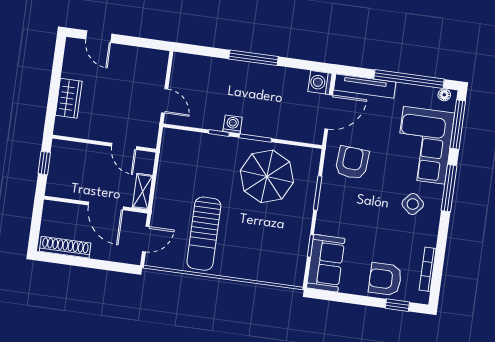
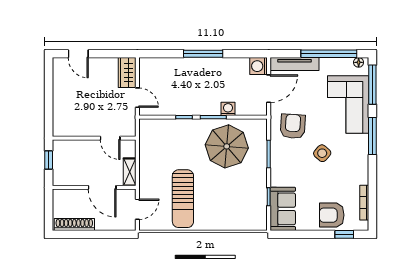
wardrobe: (69, 98) -> (127, 73), moved, turned 180
washing machine: (233, 124) -> (228, 109), moved
side table: (413, 204) -> (322, 153), moved

